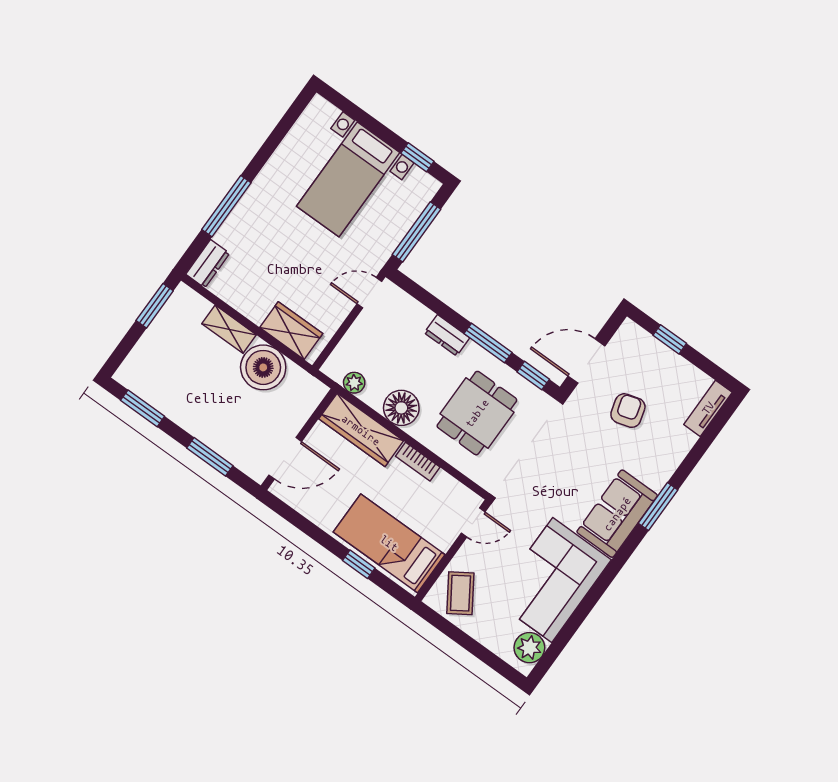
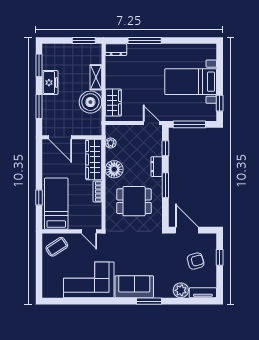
window: (533, 376) -> (165, 148), moved
freezer: (184, 410) -> (50, 83), added
armchair: (628, 411) -> (196, 261), moved
plant: (529, 648) -> (181, 290), moved

